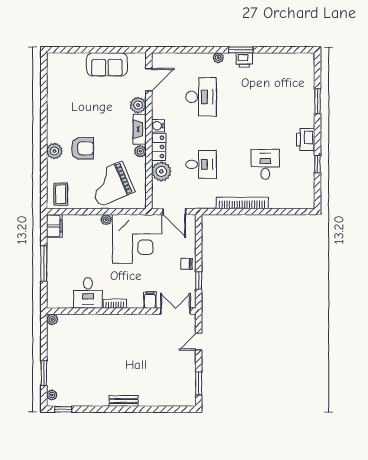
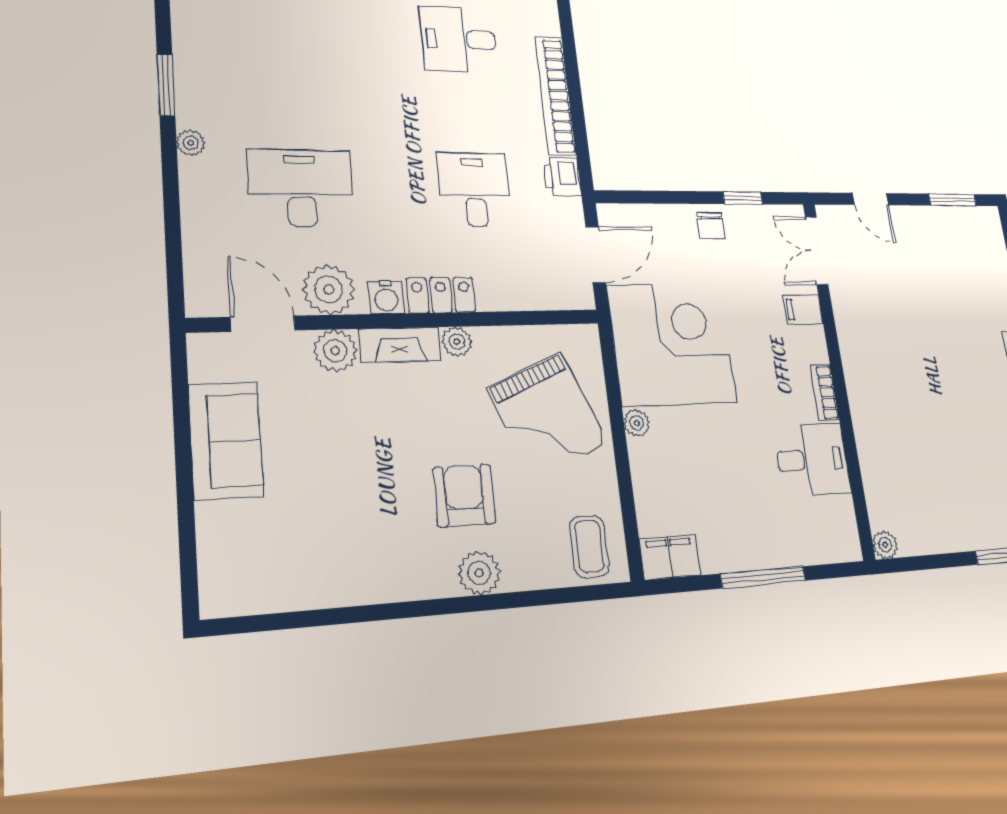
printer: (244, 60) -> (562, 177), moved, turned 180
plant: (161, 171) -> (329, 289), moved
coffee table: (61, 194) -> (589, 546), turned 90

